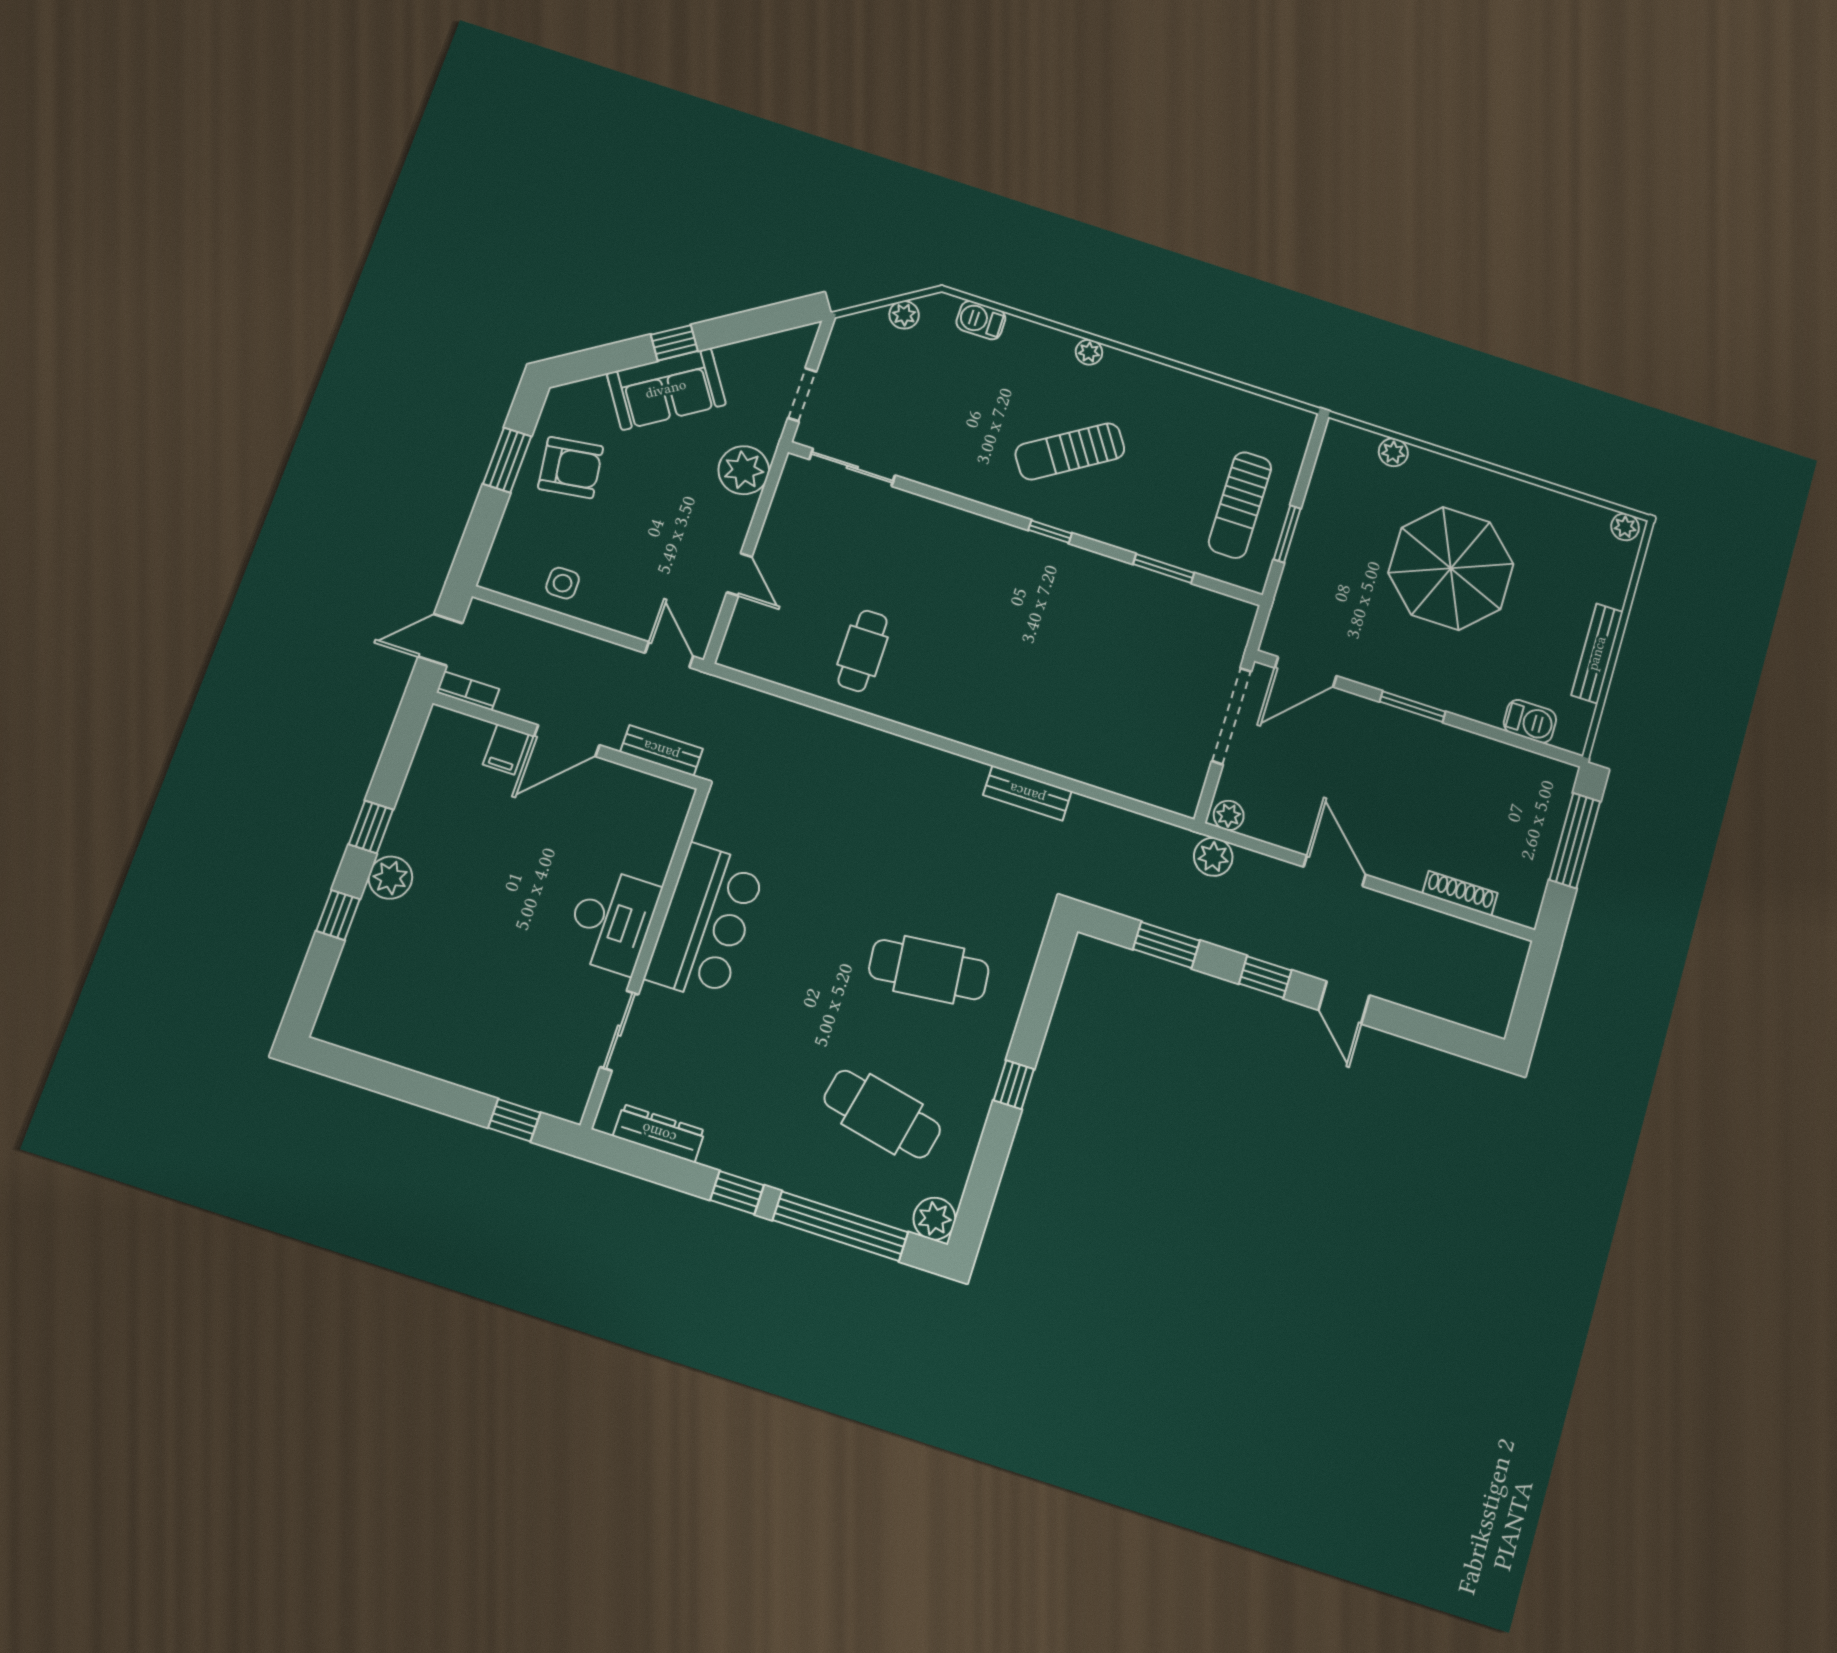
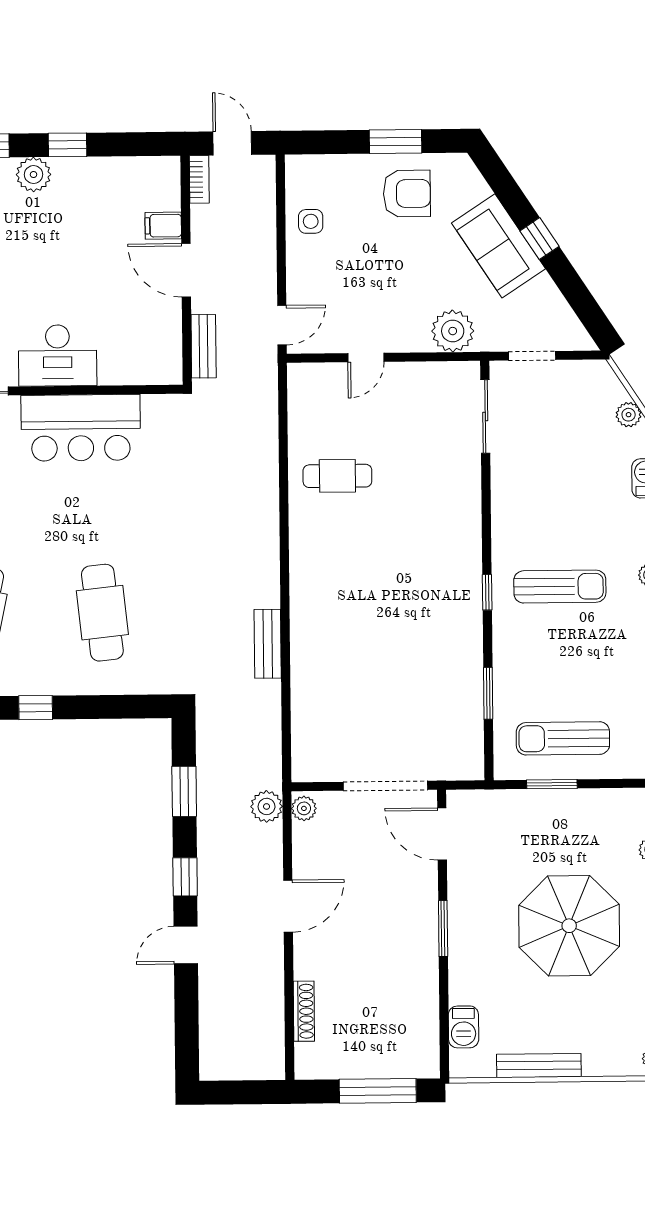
sun lounger: (1070, 451) -> (560, 587), turned 123
armchair: (571, 468) -> (407, 194), turned -82

